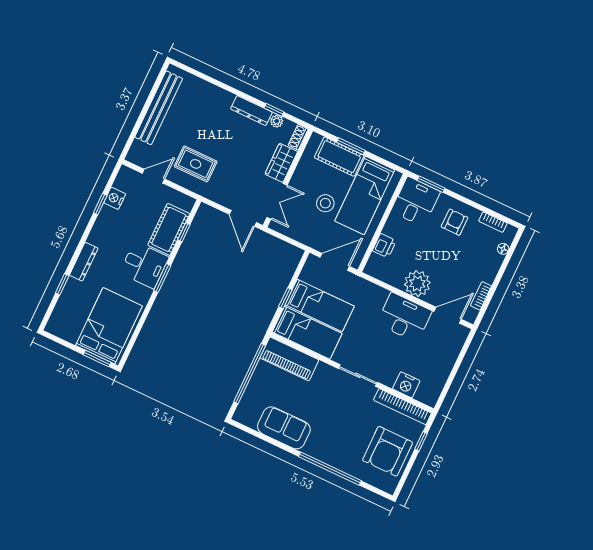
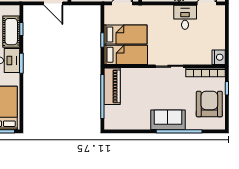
desk: (404, 317) -> (185, 17), width x0.73
piano: (289, 359) -> (112, 86), moved, turned -90
nightstand: (406, 385) -> (219, 57), moved, turned -90
sofa: (284, 428) -> (168, 120), moved
armchair: (388, 451) -> (209, 104), turned 180

